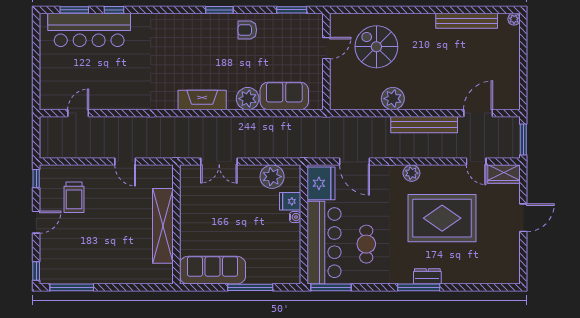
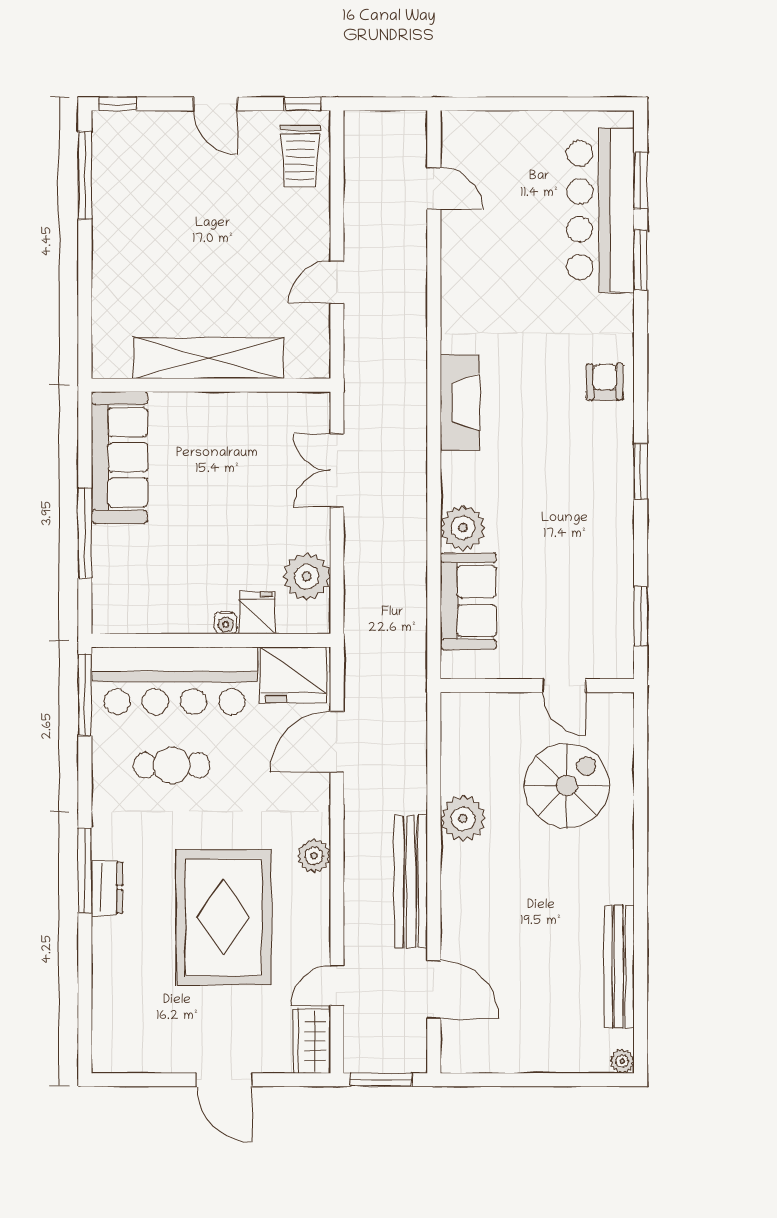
window: (114, 10) -> (641, 260), width x1.50
armchair: (247, 30) -> (605, 382), moved
fireplace: (202, 100) -> (460, 402), moved
trolley: (74, 197) -> (300, 156), moved, turned -90

